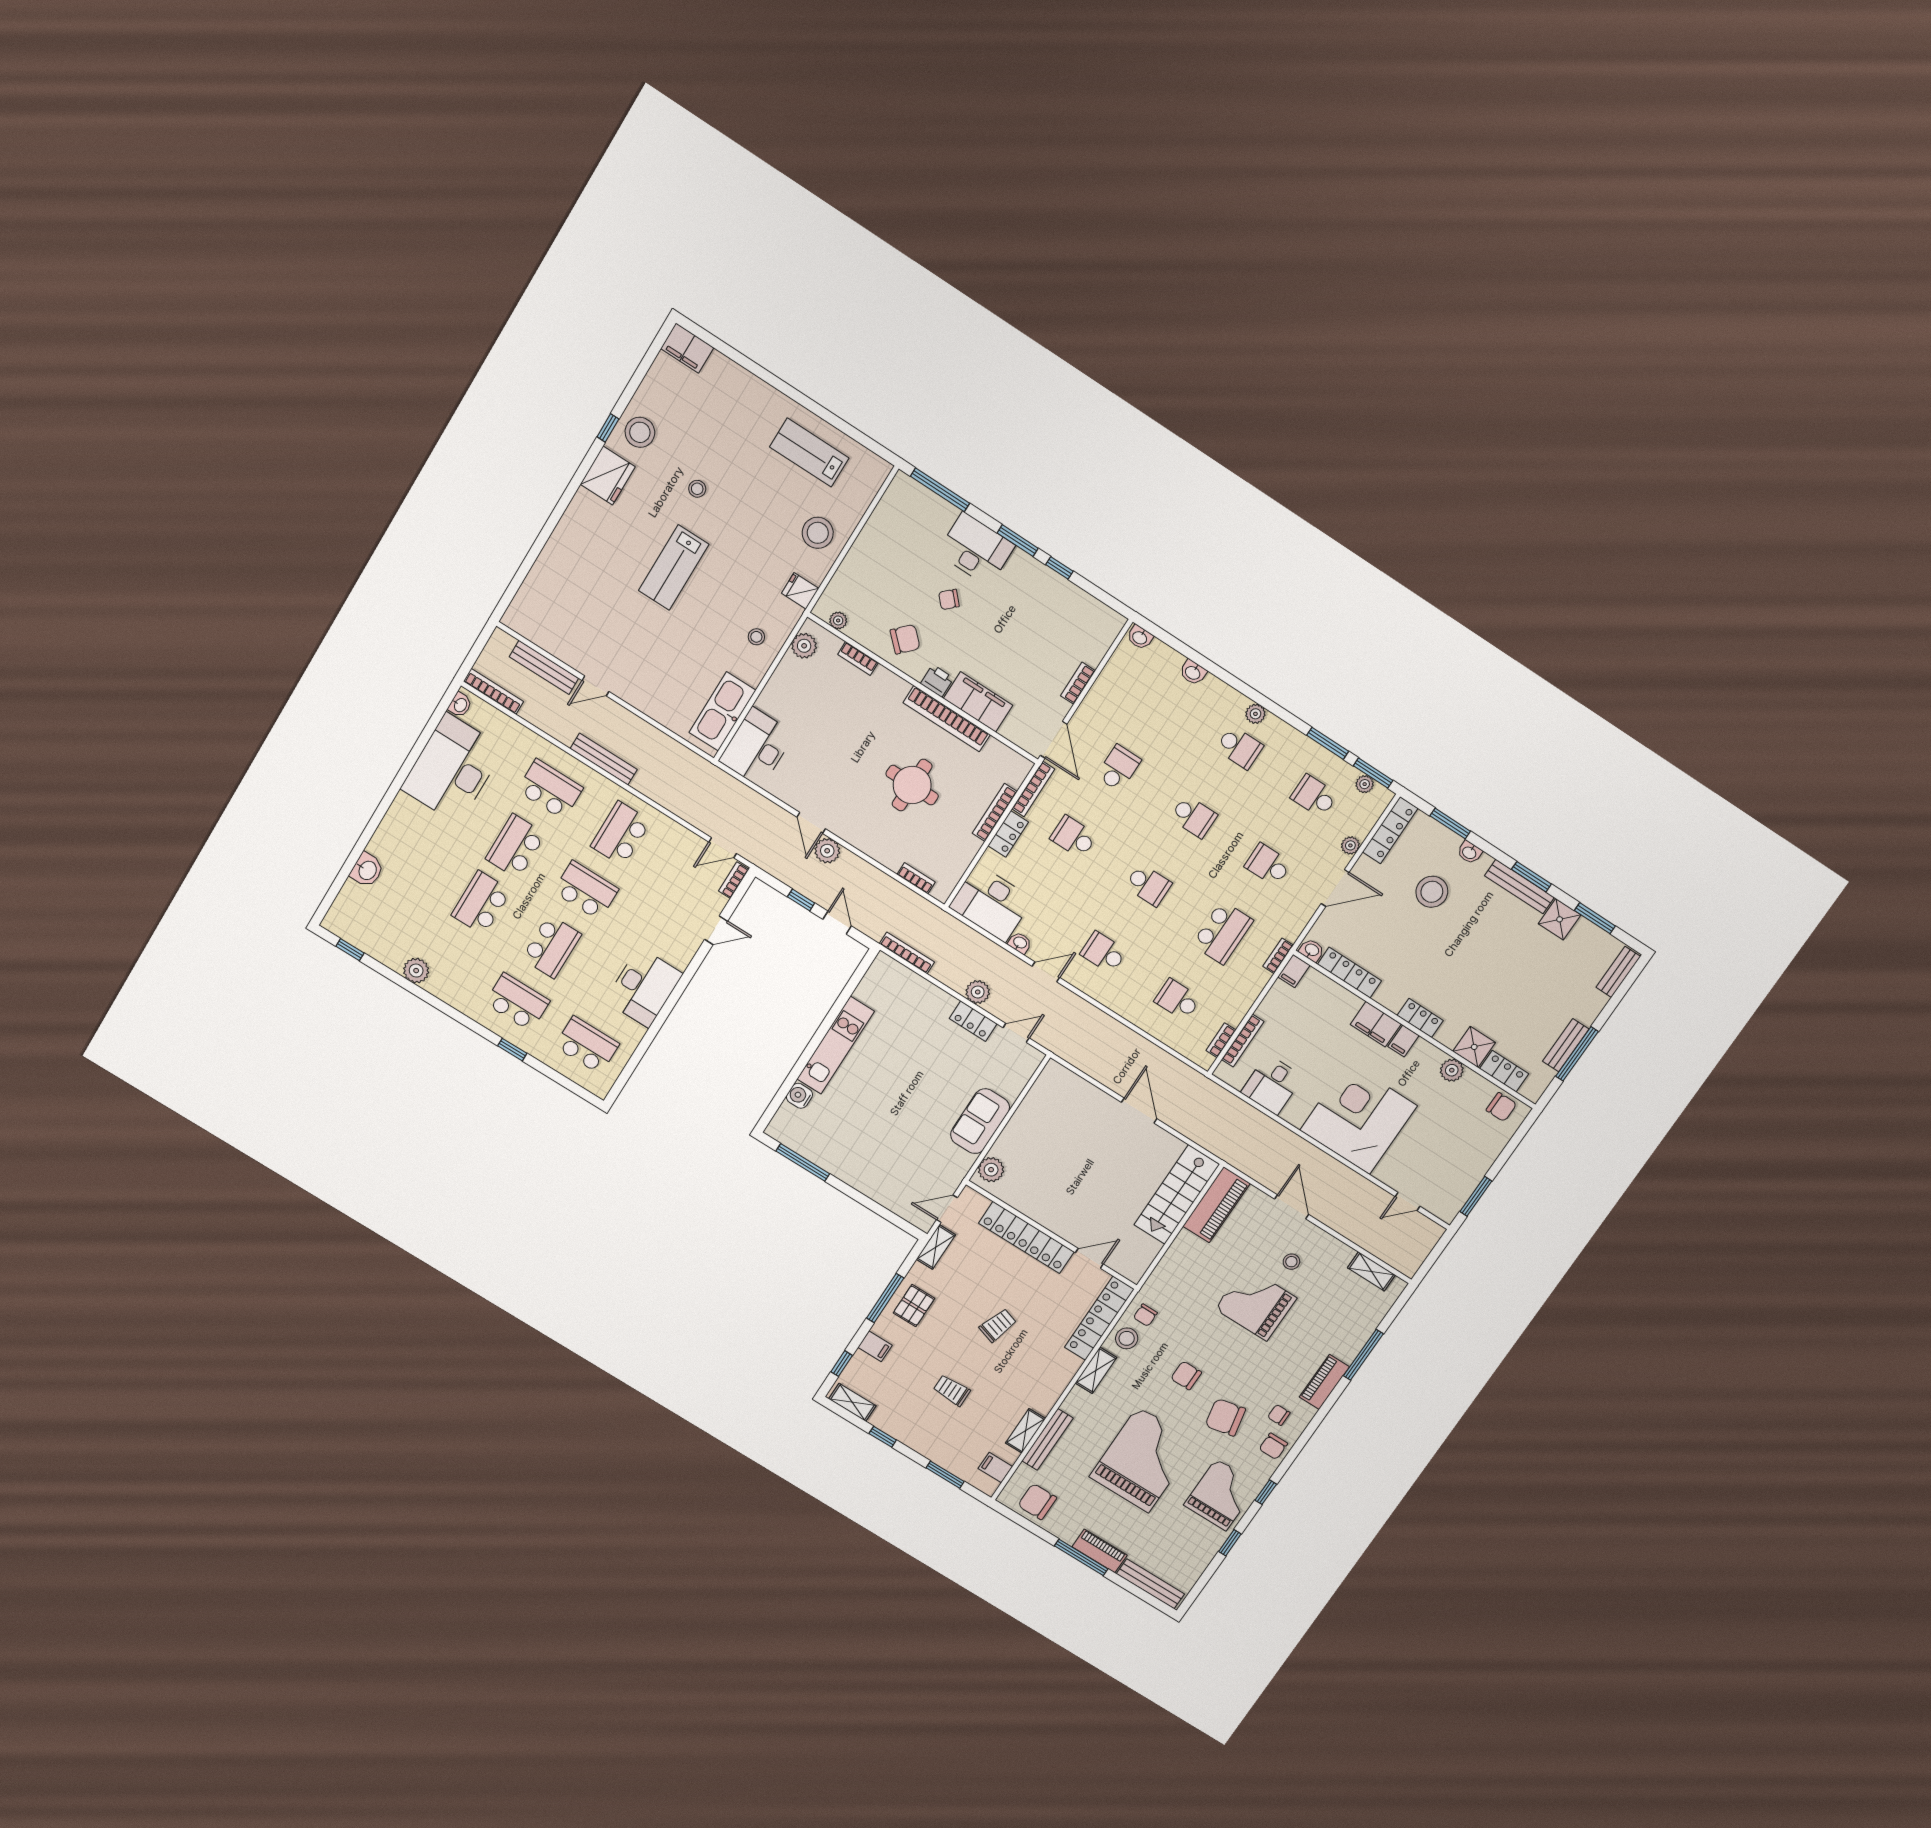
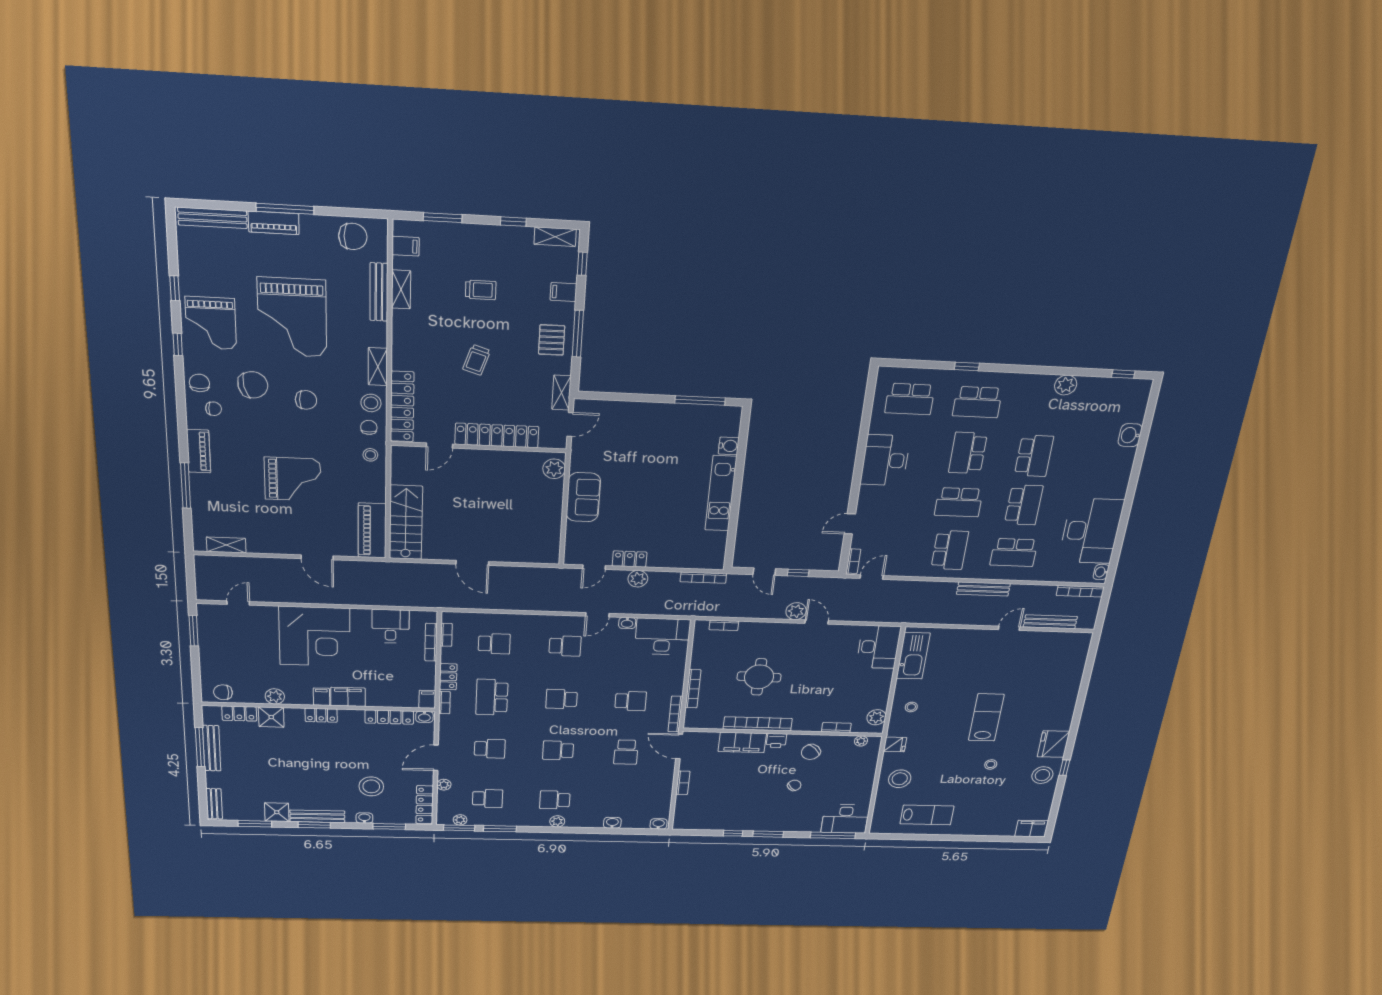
desk: (976, 549) -> (845, 819), moved
locker: (1008, 834) -> (448, 677), moved, turned 180
bench: (1566, 1045) -> (212, 748), width x1.36
stool: (1291, 1262) -> (370, 455), moved

